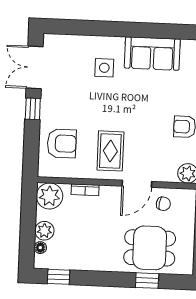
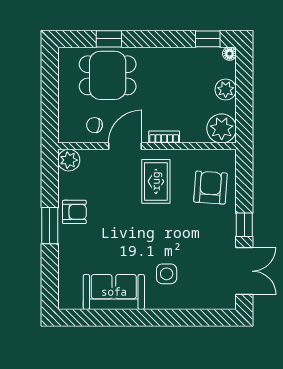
armchair: (62, 143) -> (210, 188), turned 94
bookcase: (85, 190) -> (164, 137), moved
floor lamp: (40, 248) -> (229, 54), moved

